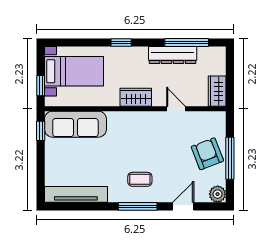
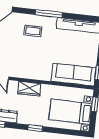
window: (138, 206) -> (49, 14), moved

